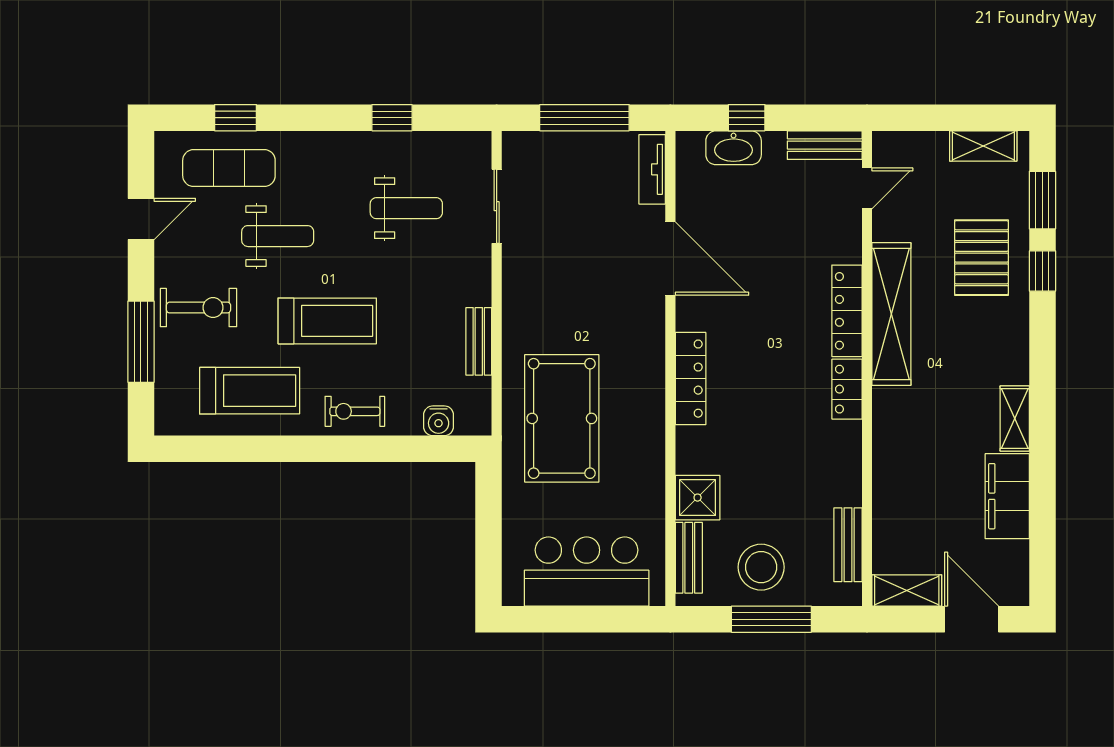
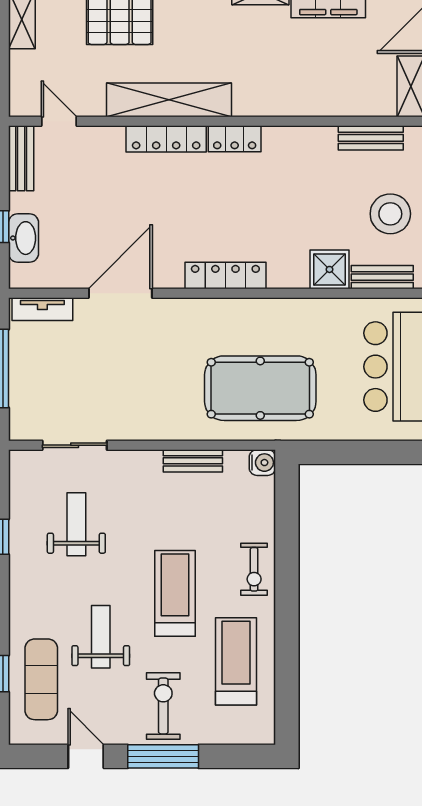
window: (141, 342) -> (163, 756), moved
water cooler: (439, 421) -> (262, 463), moved

